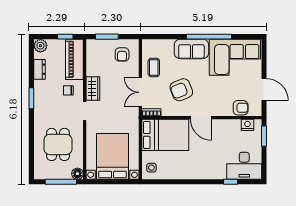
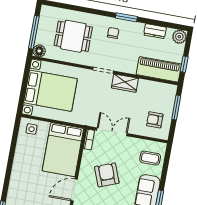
coffee table: (154, 67) -> (150, 158), moved
chair: (68, 90) -> (113, 33), moved

